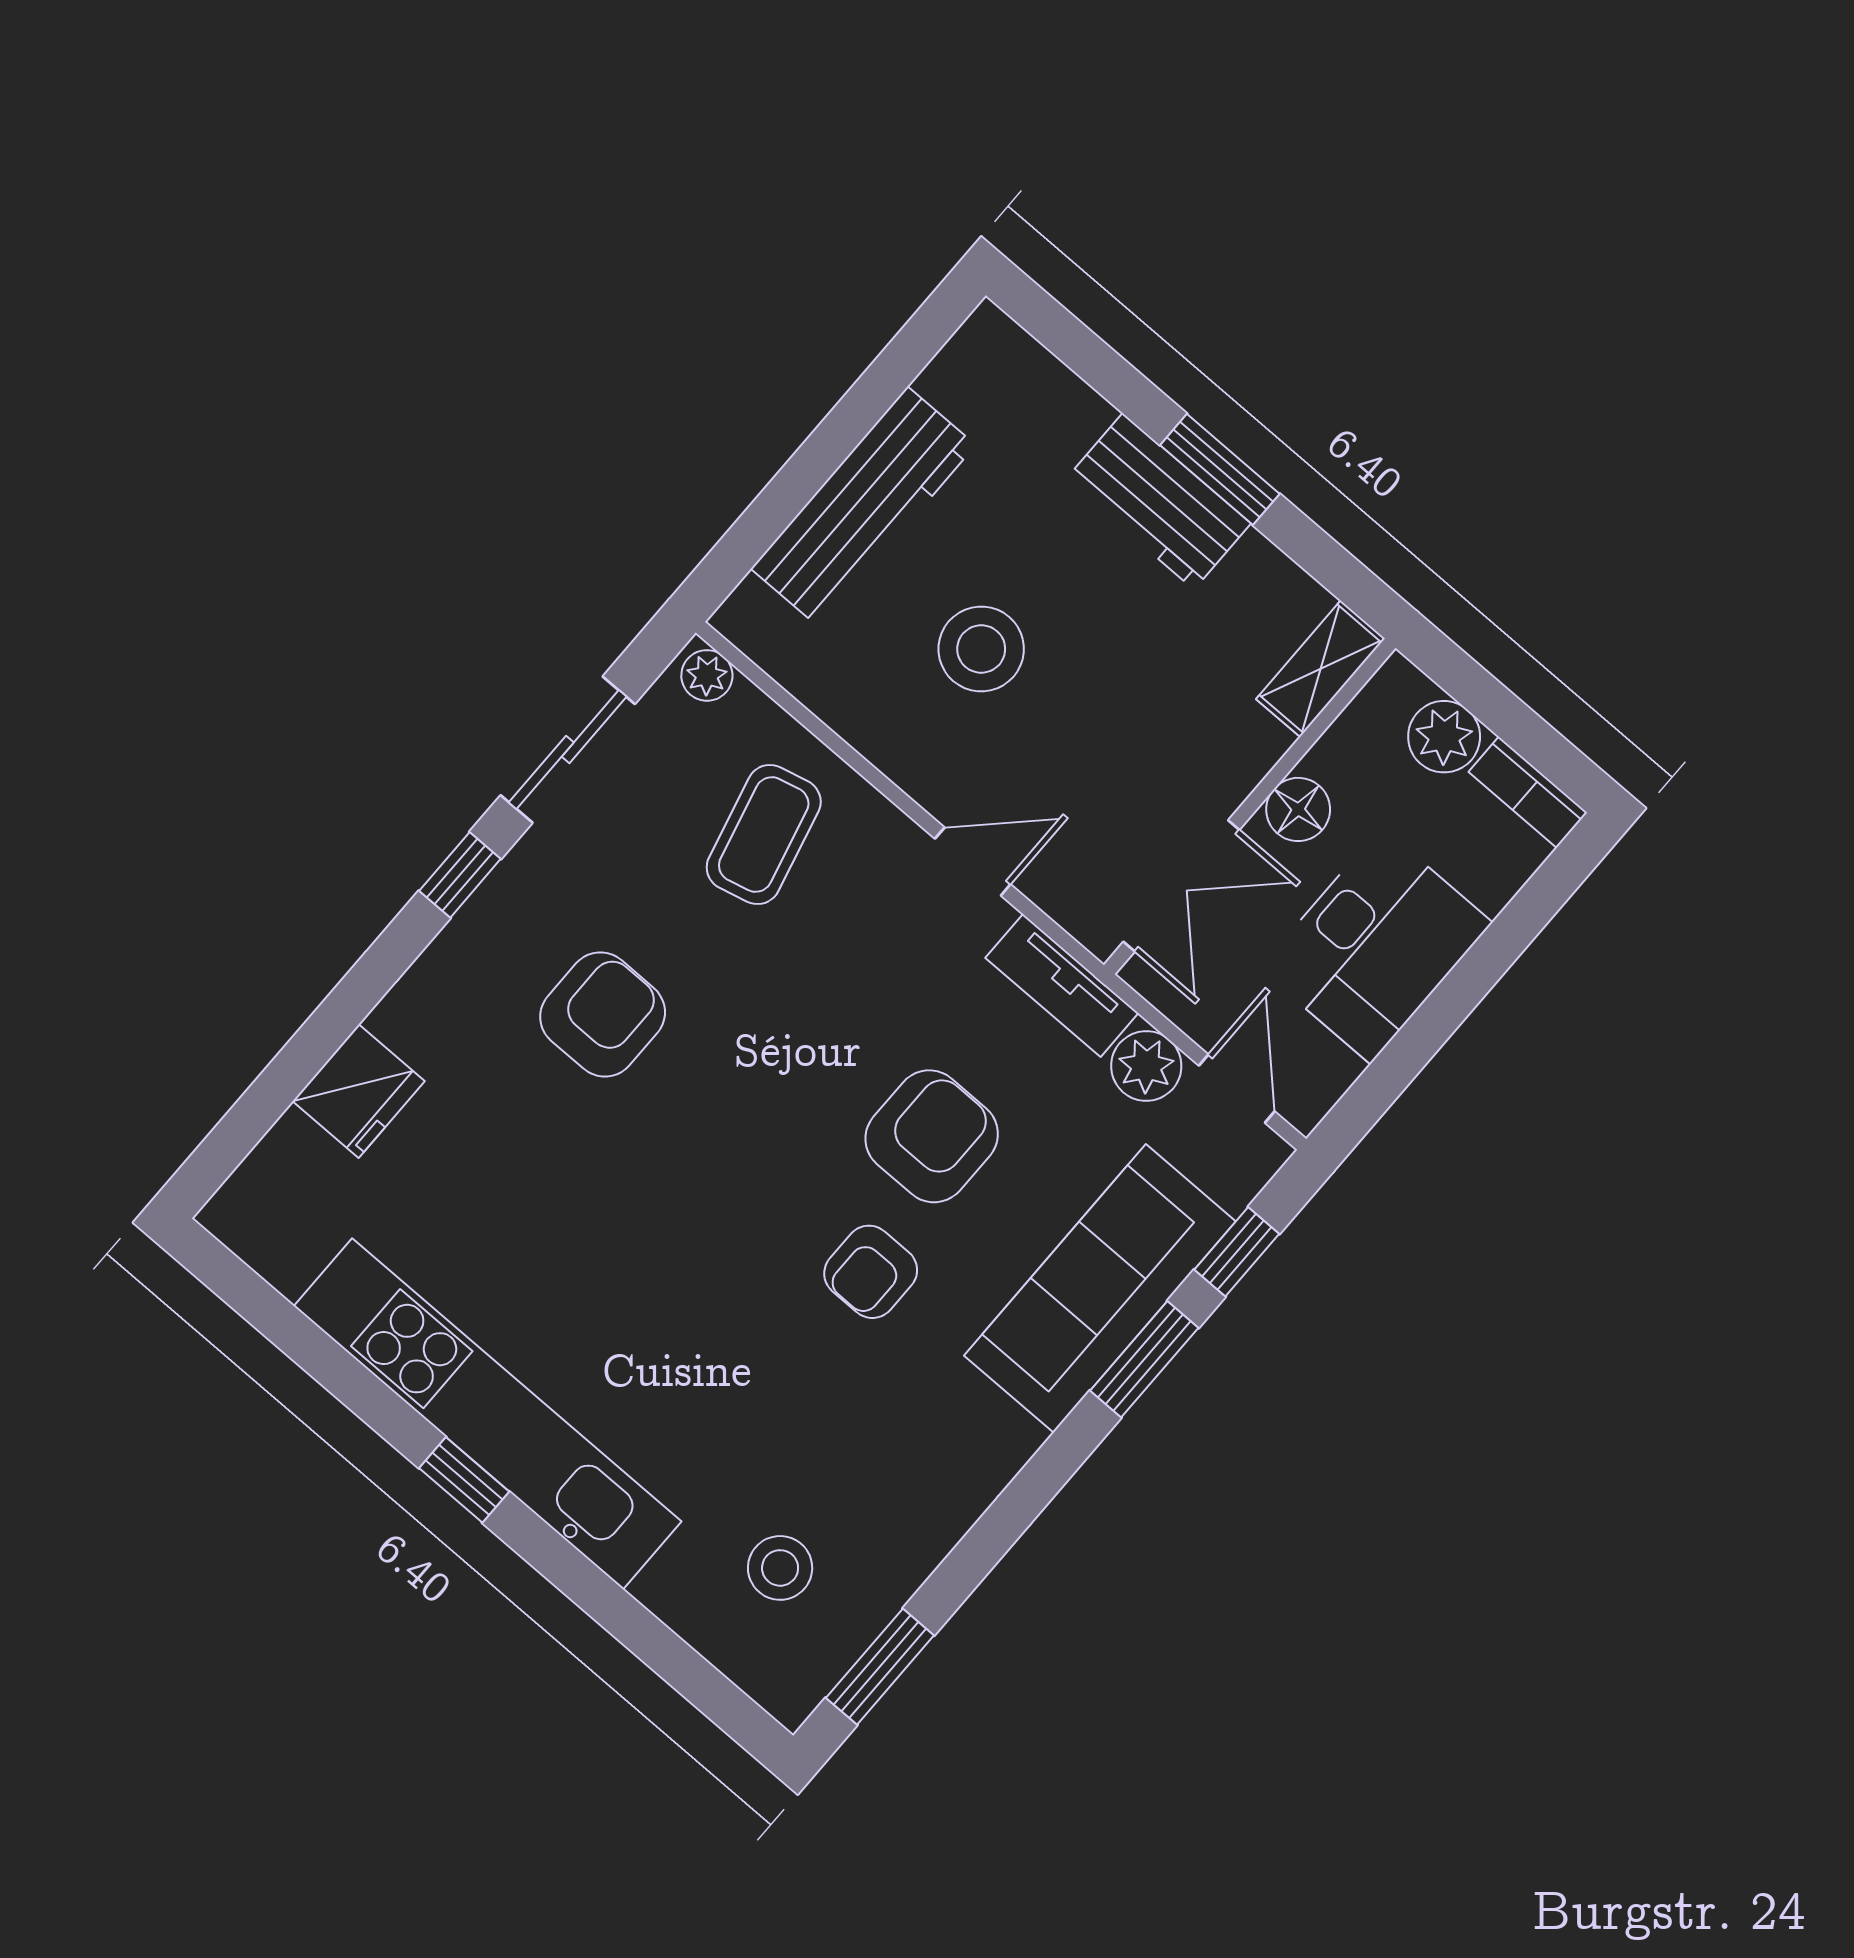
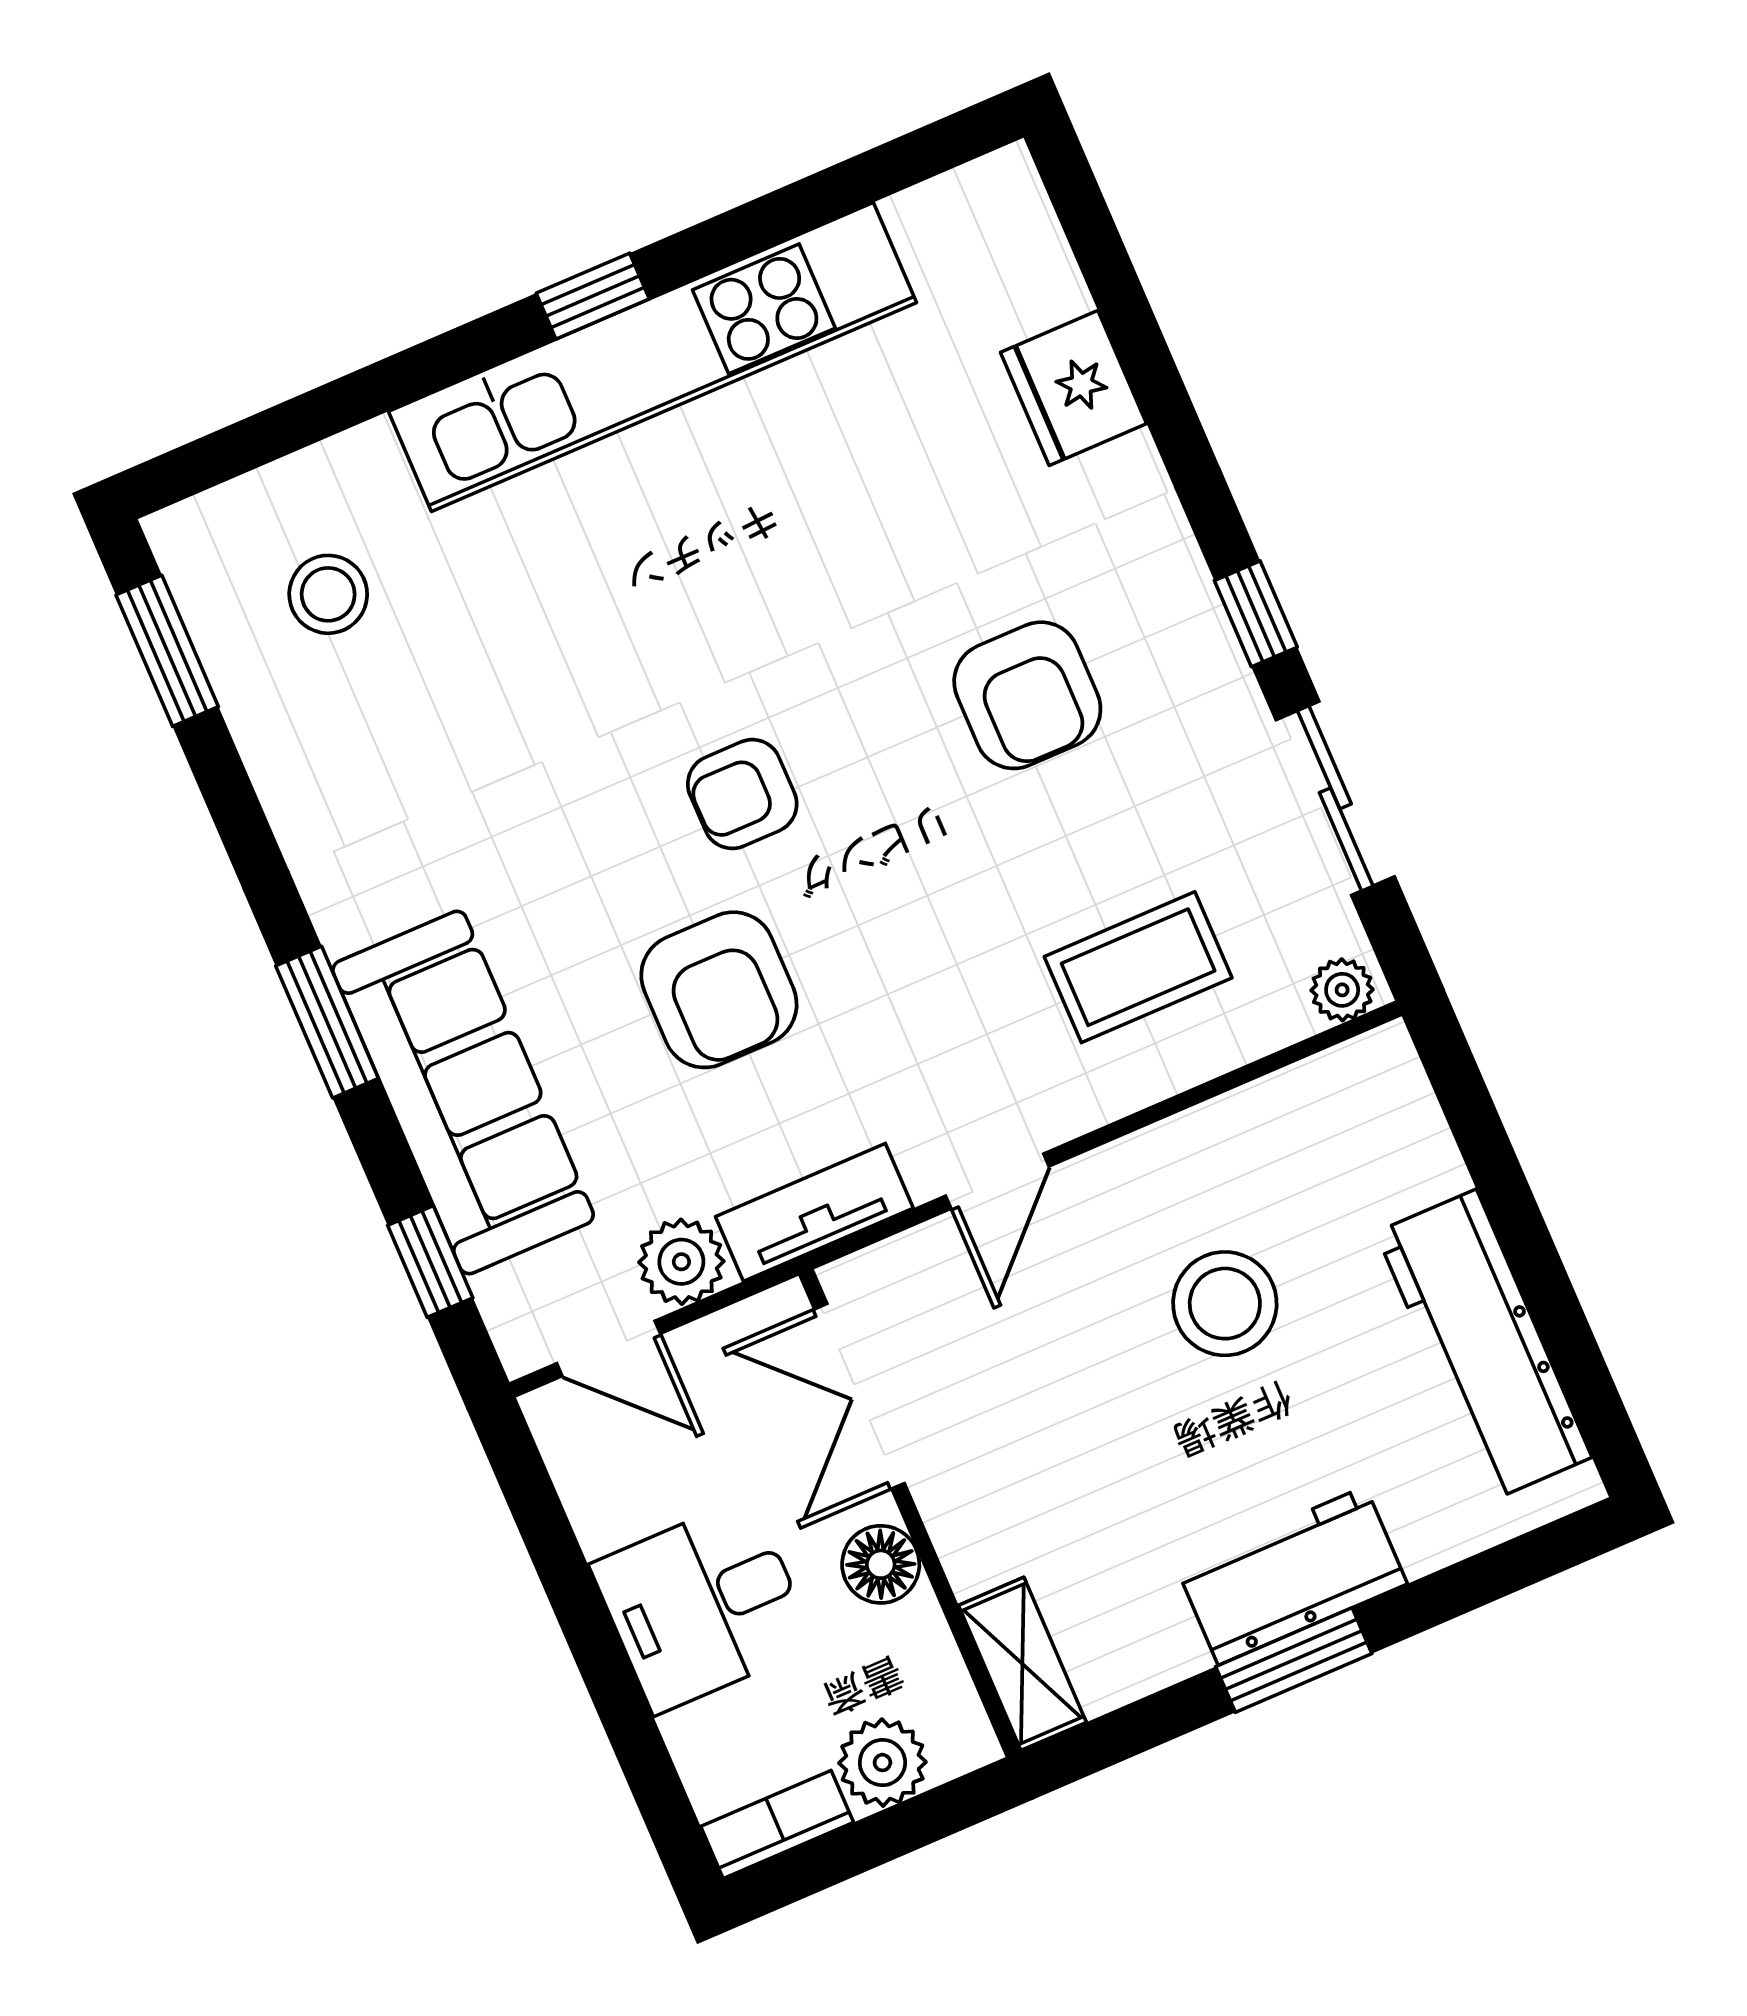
workbench: (863, 507) -> (1484, 1345), moved
coffee table: (764, 834) -> (1138, 967), turned -76
desk: (1376, 945) -> (703, 1605), width x0.73
armchair: (871, 1272) -> (742, 794), moved, turned -90
window: (1144, 1359) -> (327, 1022), moved

